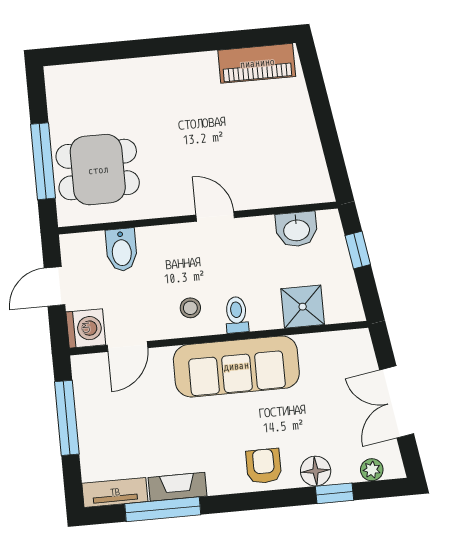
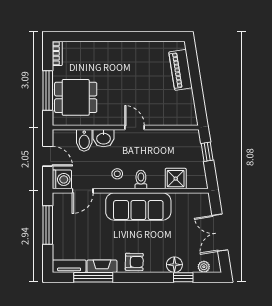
piano: (257, 63) -> (180, 70), moved, turned 81
bookcase: (55, 89) -> (57, 53), added
washbasin: (296, 229) -> (104, 138), moved
door: (55, 286) -> (48, 156), swing flipped
armchair: (264, 466) -> (134, 262), moved, turned 91

